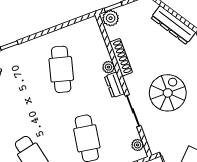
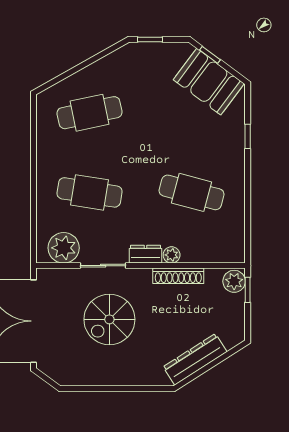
spiral stairs: (168, 93) -> (109, 319), turned 90
plant: (137, 145) -> (64, 248), width x1.87, depth x1.87

